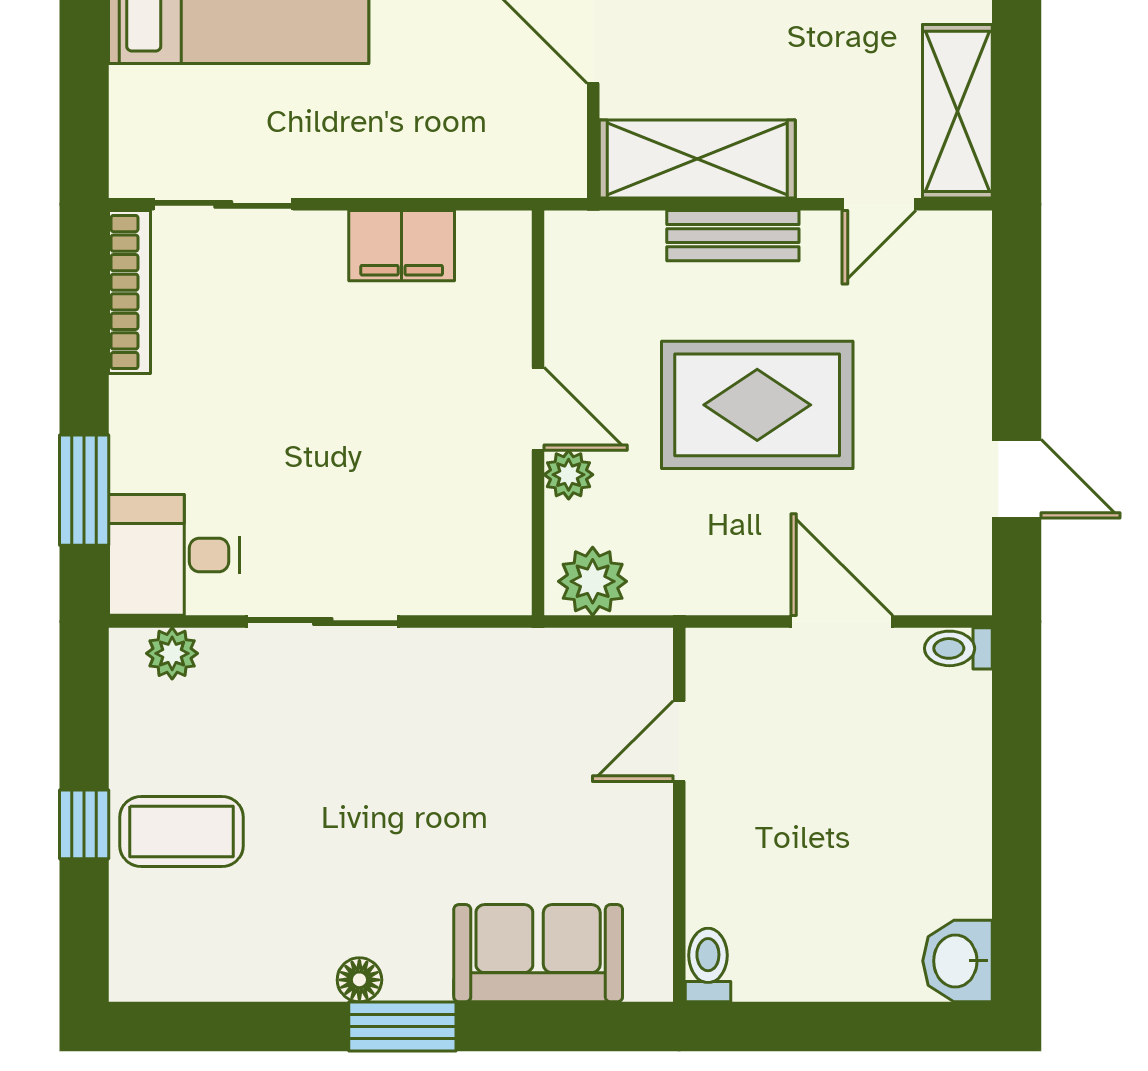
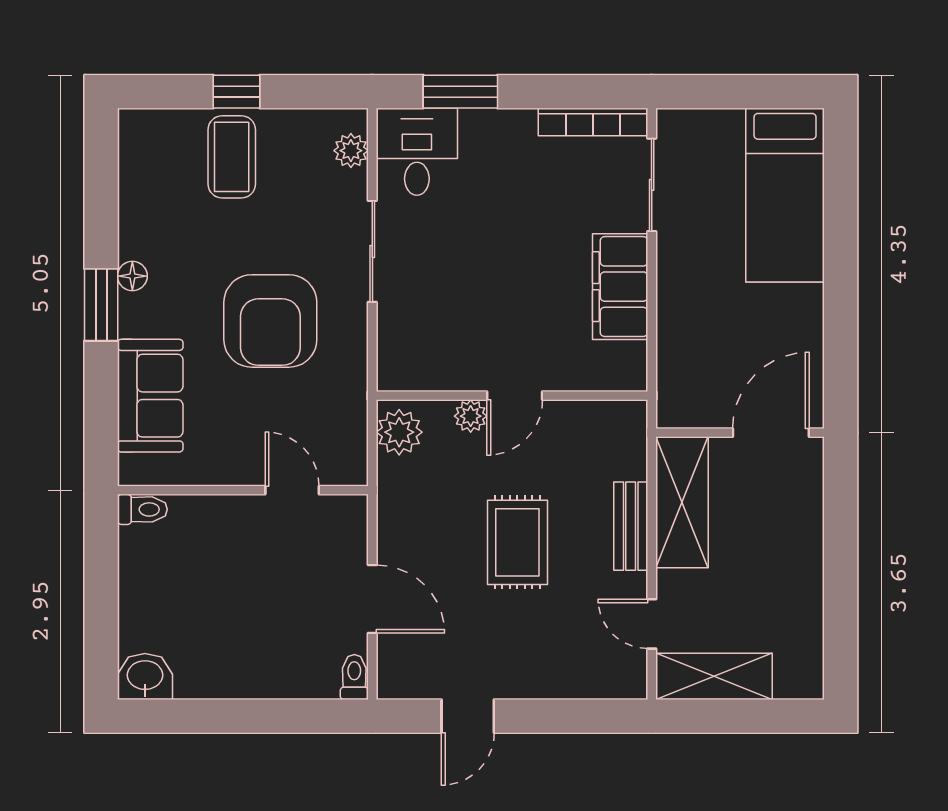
filing cabinet: (402, 246) -> (620, 287), width x1.50, depth x1.17
rug: (757, 405) -> (517, 542), width x0.73, depth x0.70
door: (842, 622) -> (372, 599), hinge flipped
armchair: (426, 774) -> (270, 321), added

